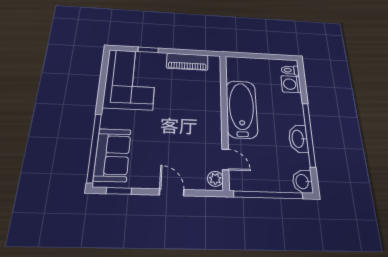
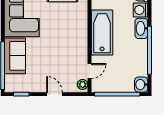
washbasin: (298, 139) -> (141, 28), moved
sofa: (112, 155) -> (15, 56), moved
door: (225, 159) -> (90, 71), hinge flipped

